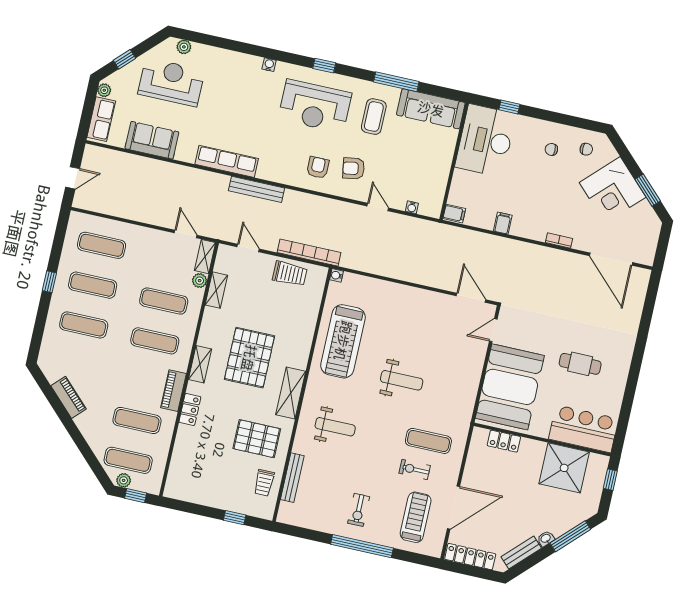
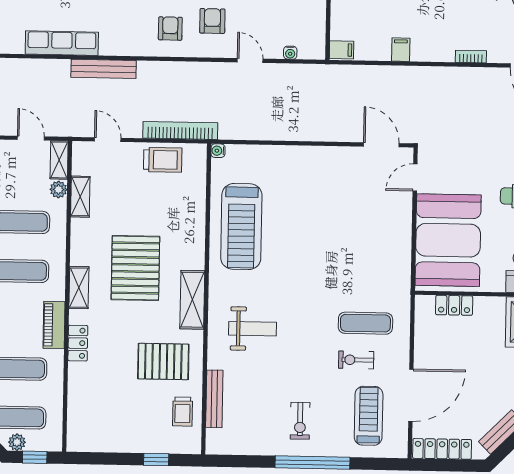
armchair: (353, 168) -> (212, 21), turned 99
weight bench: (402, 380) -> (320, 258), removed

